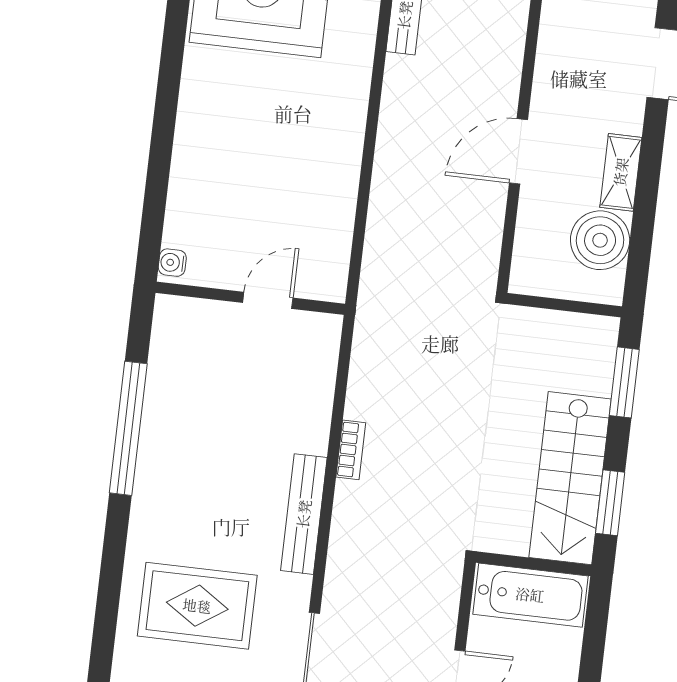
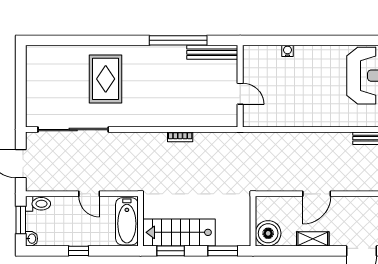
door: (518, 151) -> (317, 194), swing flipped
boiler: (600, 240) -> (268, 233), moved
water cooler: (172, 263) -> (288, 51), moved
bench: (304, 514) -> (212, 52), moved

